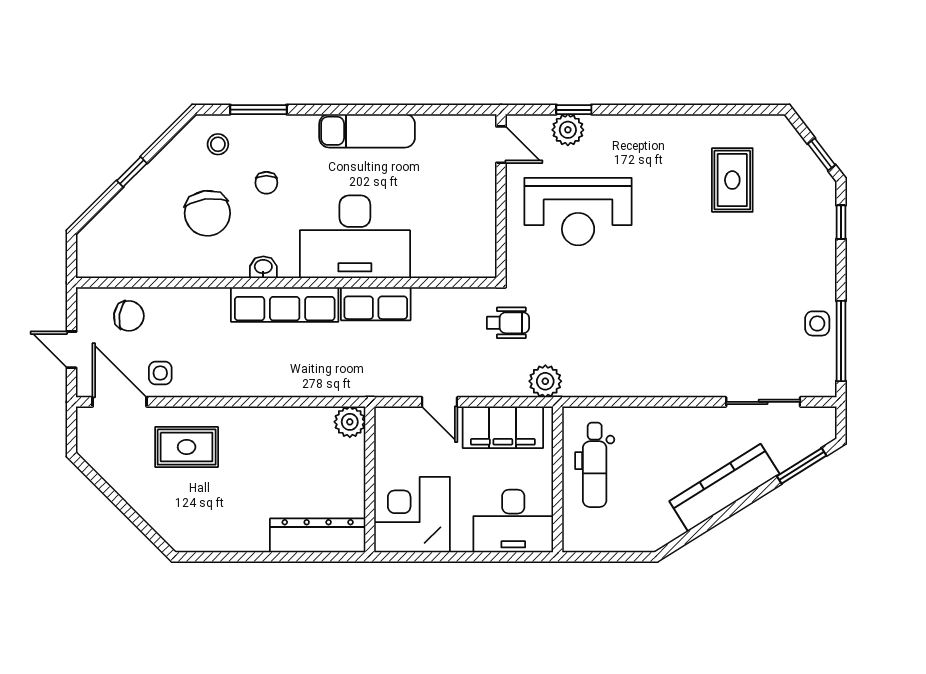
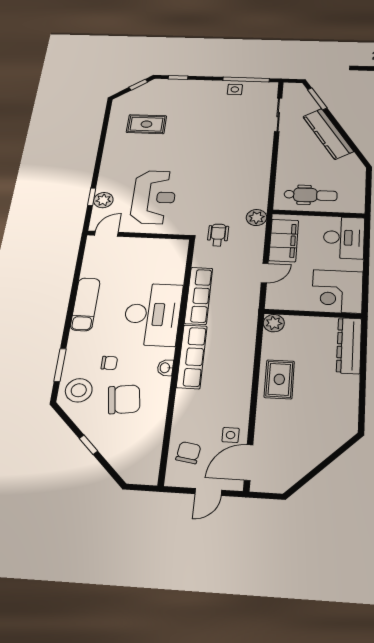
stool: (218, 144) -> (79, 390), width x1.89, depth x1.89
row of seats: (376, 304) -> (199, 296), width x1.48
rug: (187, 447) -> (279, 379), moved

